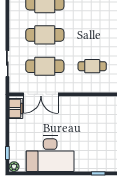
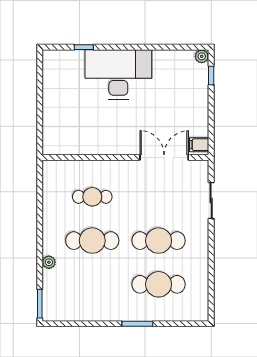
cafe table: (45, 66) -> (92, 241), moved
filing cabinet: (16, 109) -> (199, 145), width x0.50
desk: (50, 154) -> (118, 74), moved

